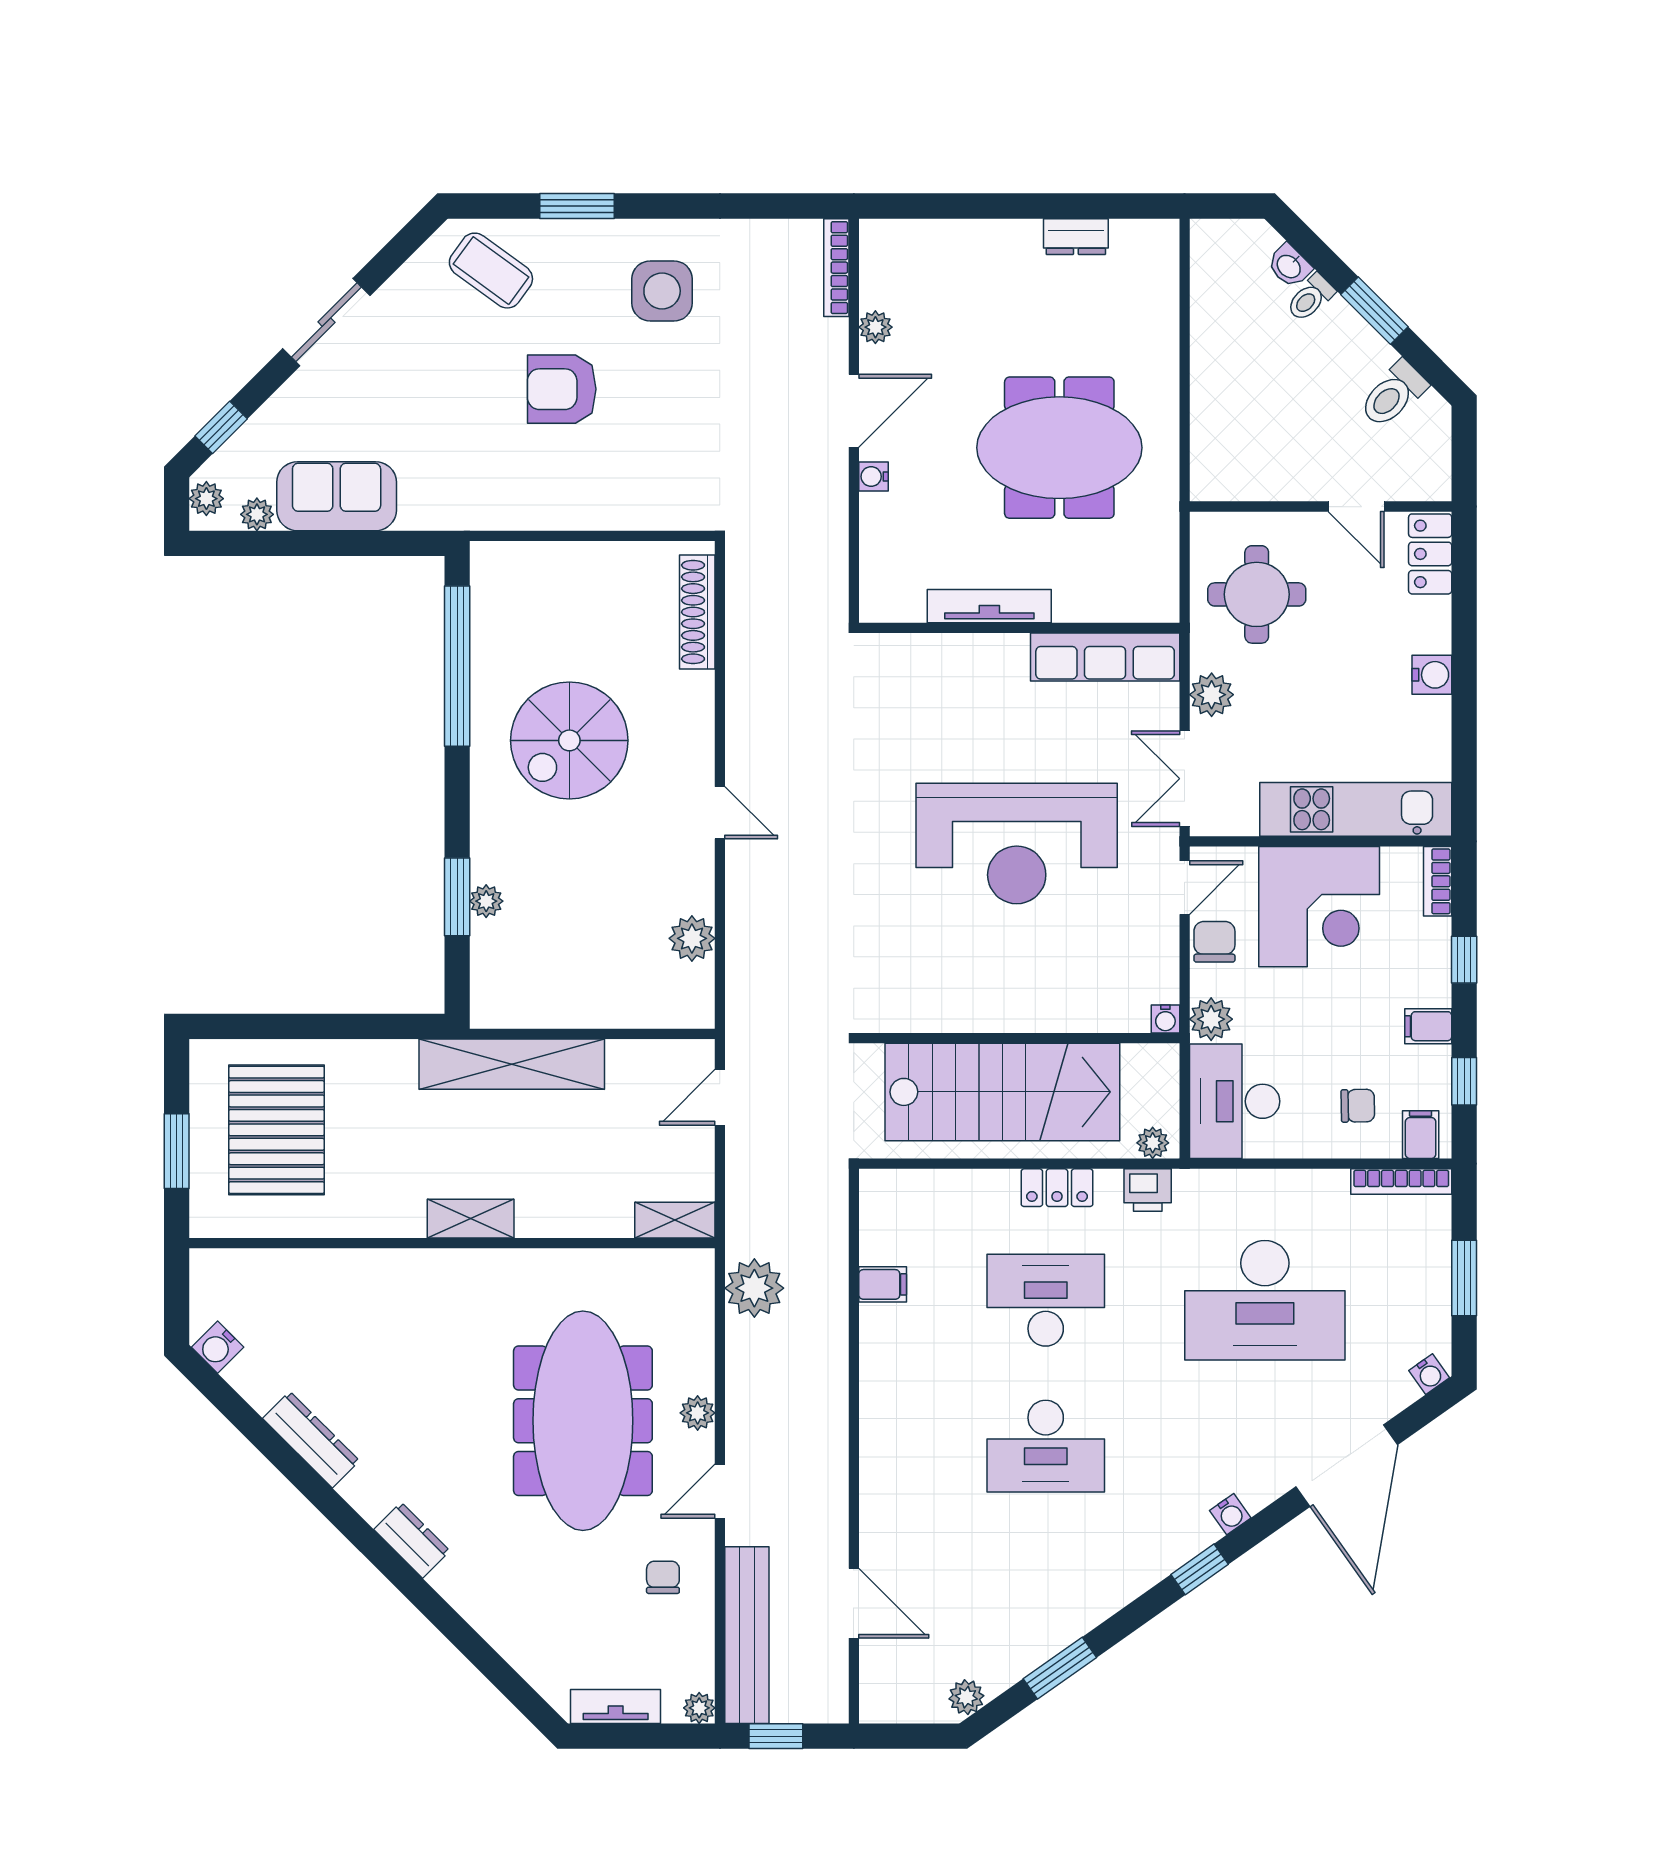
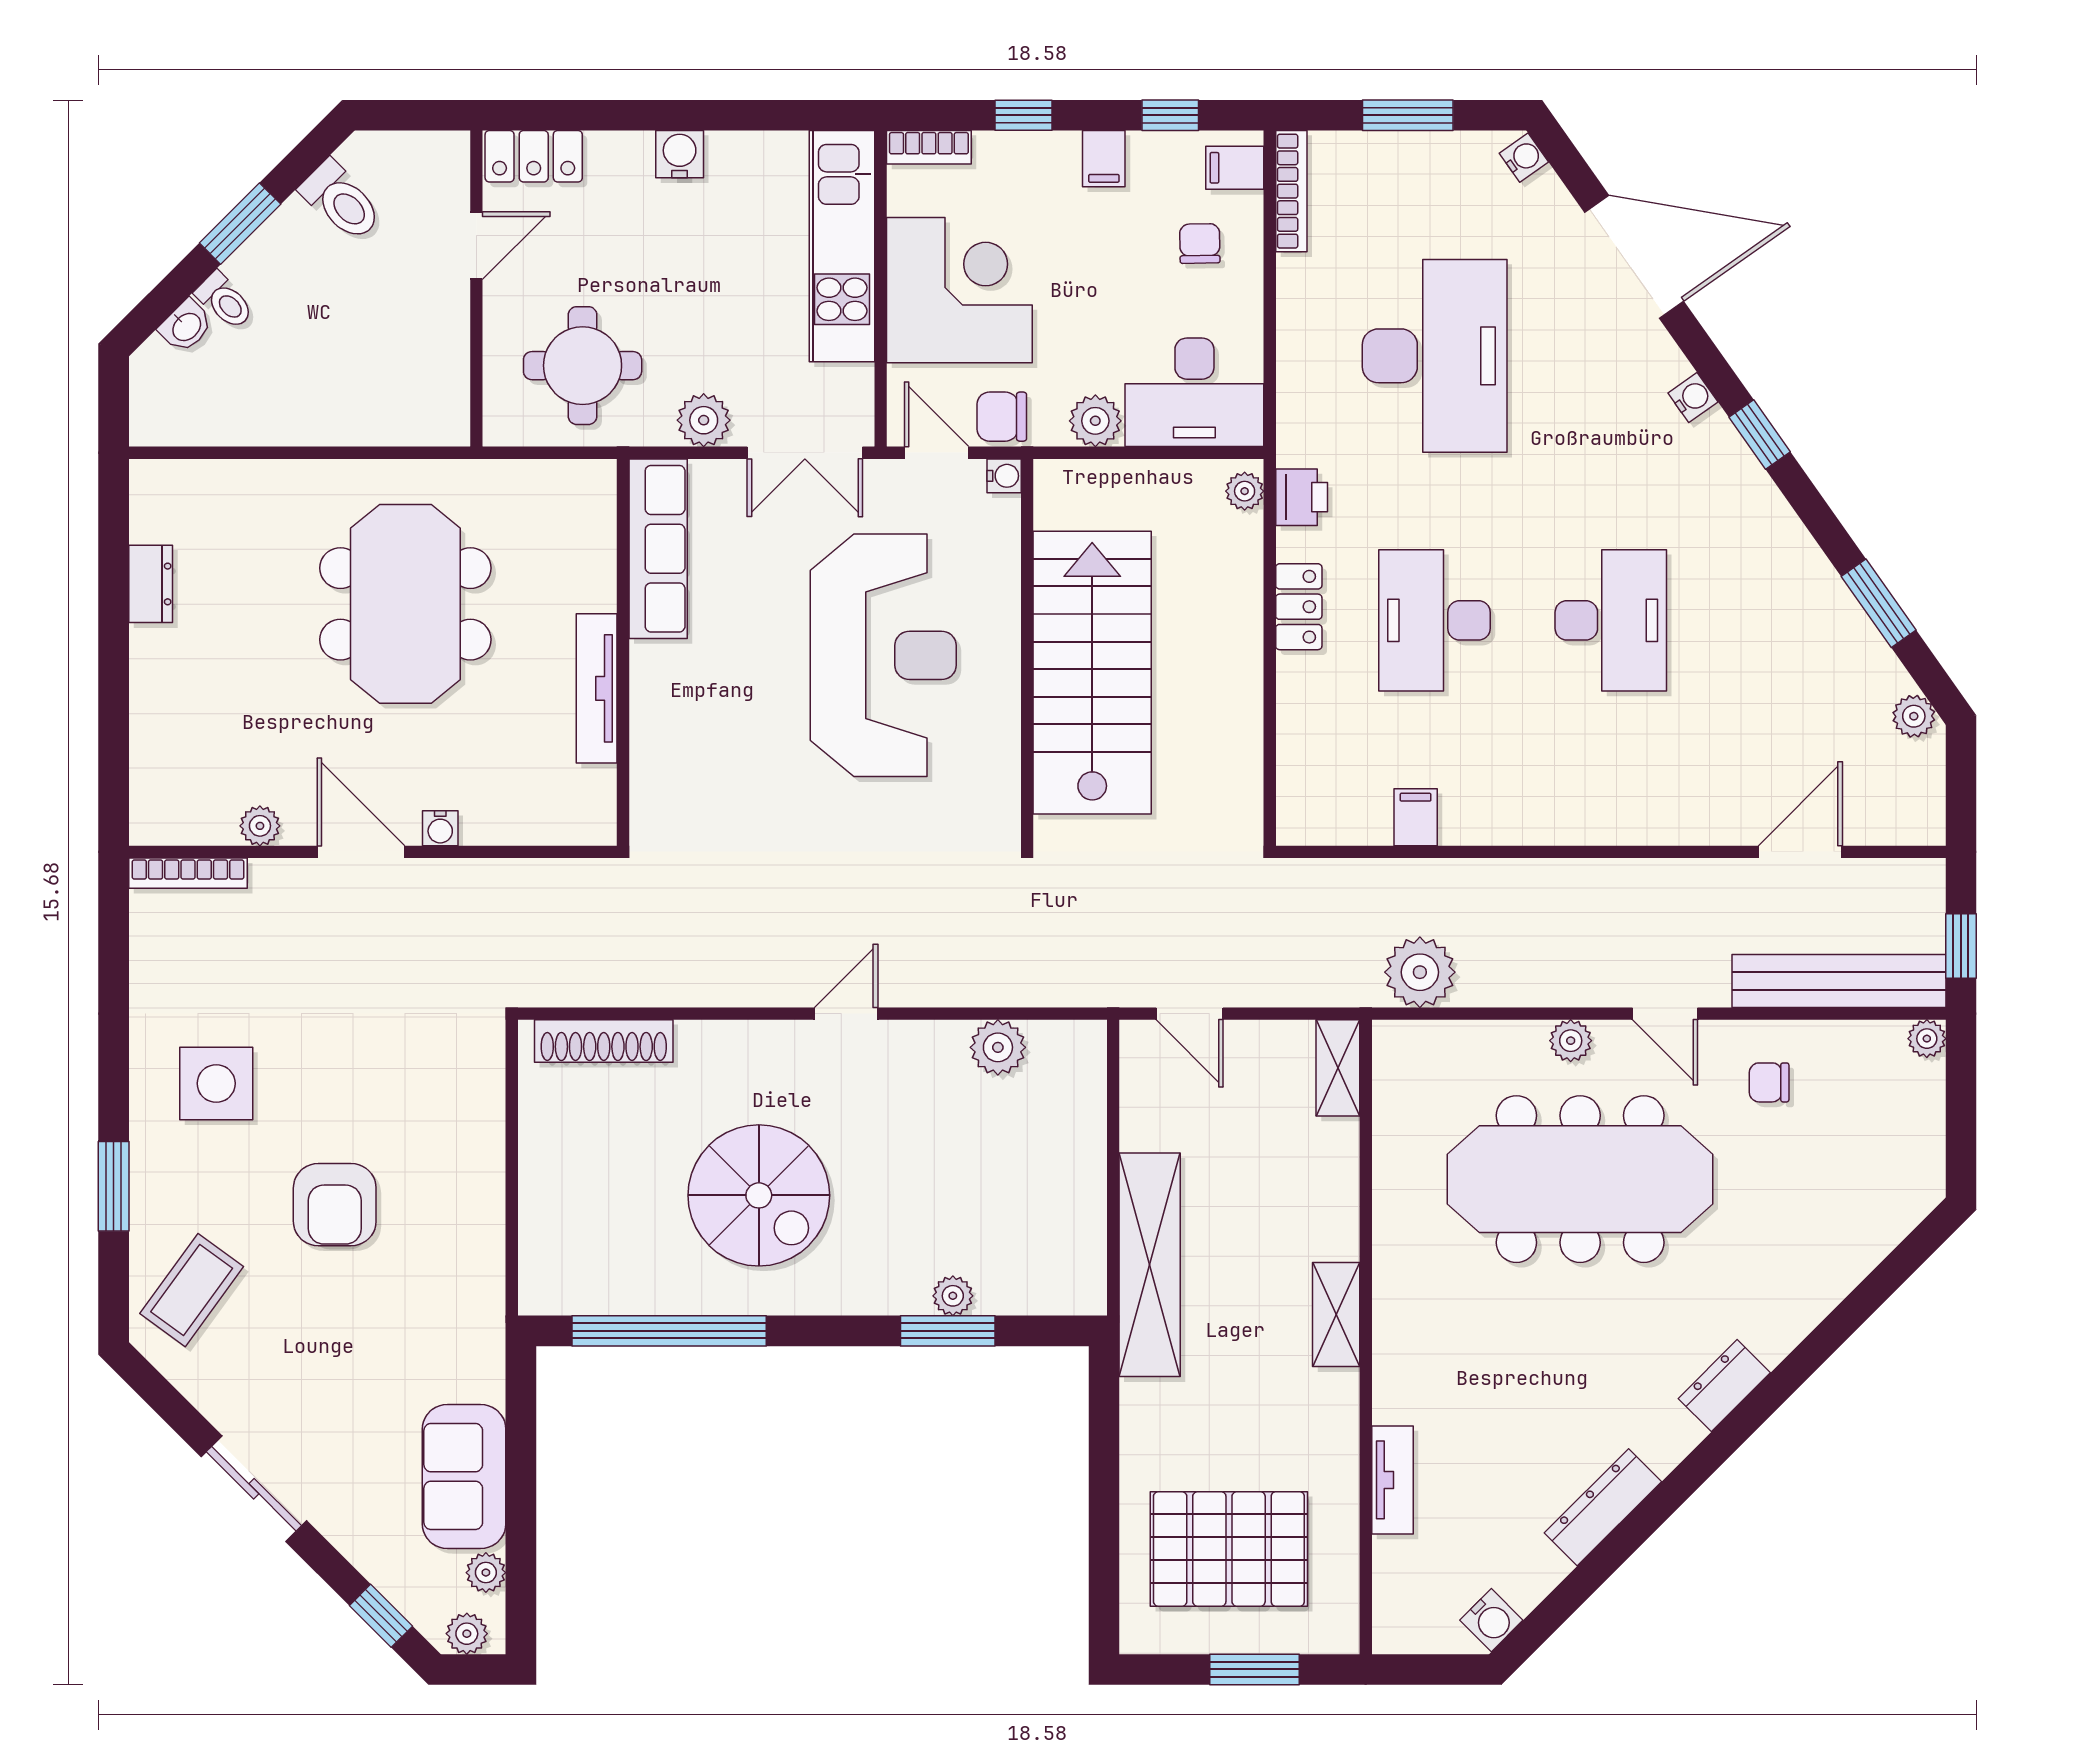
water cooler: (1165, 1019) -> (1004, 476), moved
wall: (1019, 1038) -> (1027, 652), moved
stairs: (1002, 1092) -> (1092, 673), moved
tv unit: (616, 1707) -> (1392, 1480), moved, turned 180

